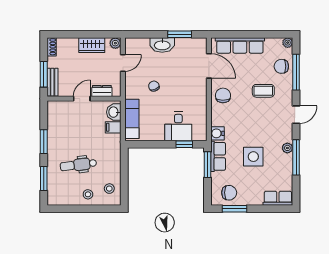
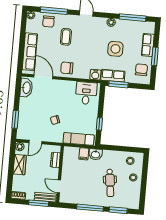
window: (180, 34) -> (15, 119), moved
washbasin: (162, 45) -> (26, 88), moved
door: (123, 63) -> (35, 142), swing flipped
door: (209, 66) -> (43, 77), hinge flipped
door: (82, 99) -> (59, 186), moved
washbasin: (114, 112) -> (95, 154), moved
desk: (178, 126) -> (86, 93), moved, turned -90
window: (44, 142) -> (90, 208), width x1.44
window: (184, 144) -> (99, 124), moved
window: (296, 157) -> (133, 18), moved
row of seats: (278, 198) -> (148, 45), moved
window: (235, 209) -> (155, 56), moved

